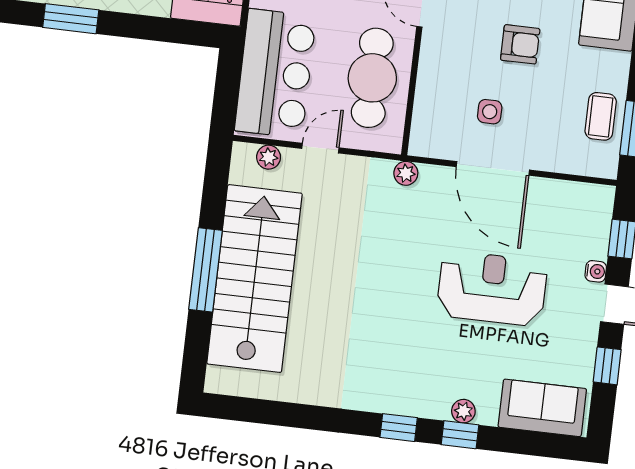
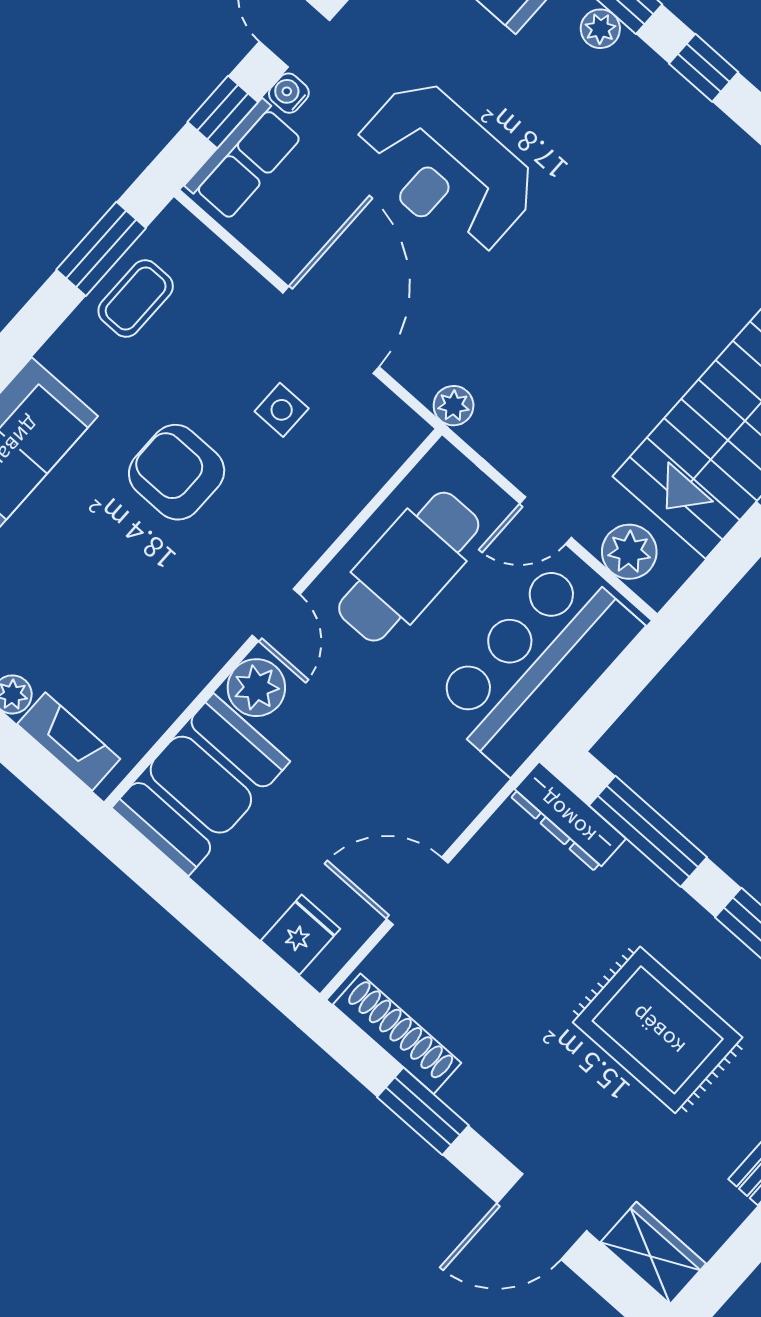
window: (162, 29) -> (648, 831), added
armchair: (520, 44) -> (177, 472), width x1.38, depth x1.38
plant: (269, 157) -> (629, 552), width x1.38, depth x1.38
row of seats: (595, 223) -> (244, 160), added

